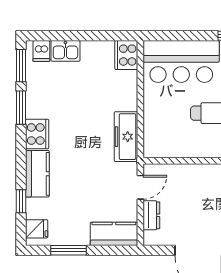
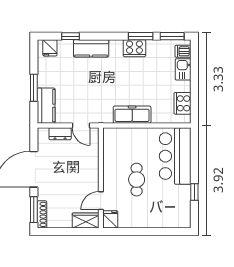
cooker: (126, 55) -> (182, 103), moved, turned -90
cooker: (37, 134) -> (134, 48), moved
freezer: (126, 137) -> (132, 115), moved
window: (68, 250) -> (34, 88), moved

